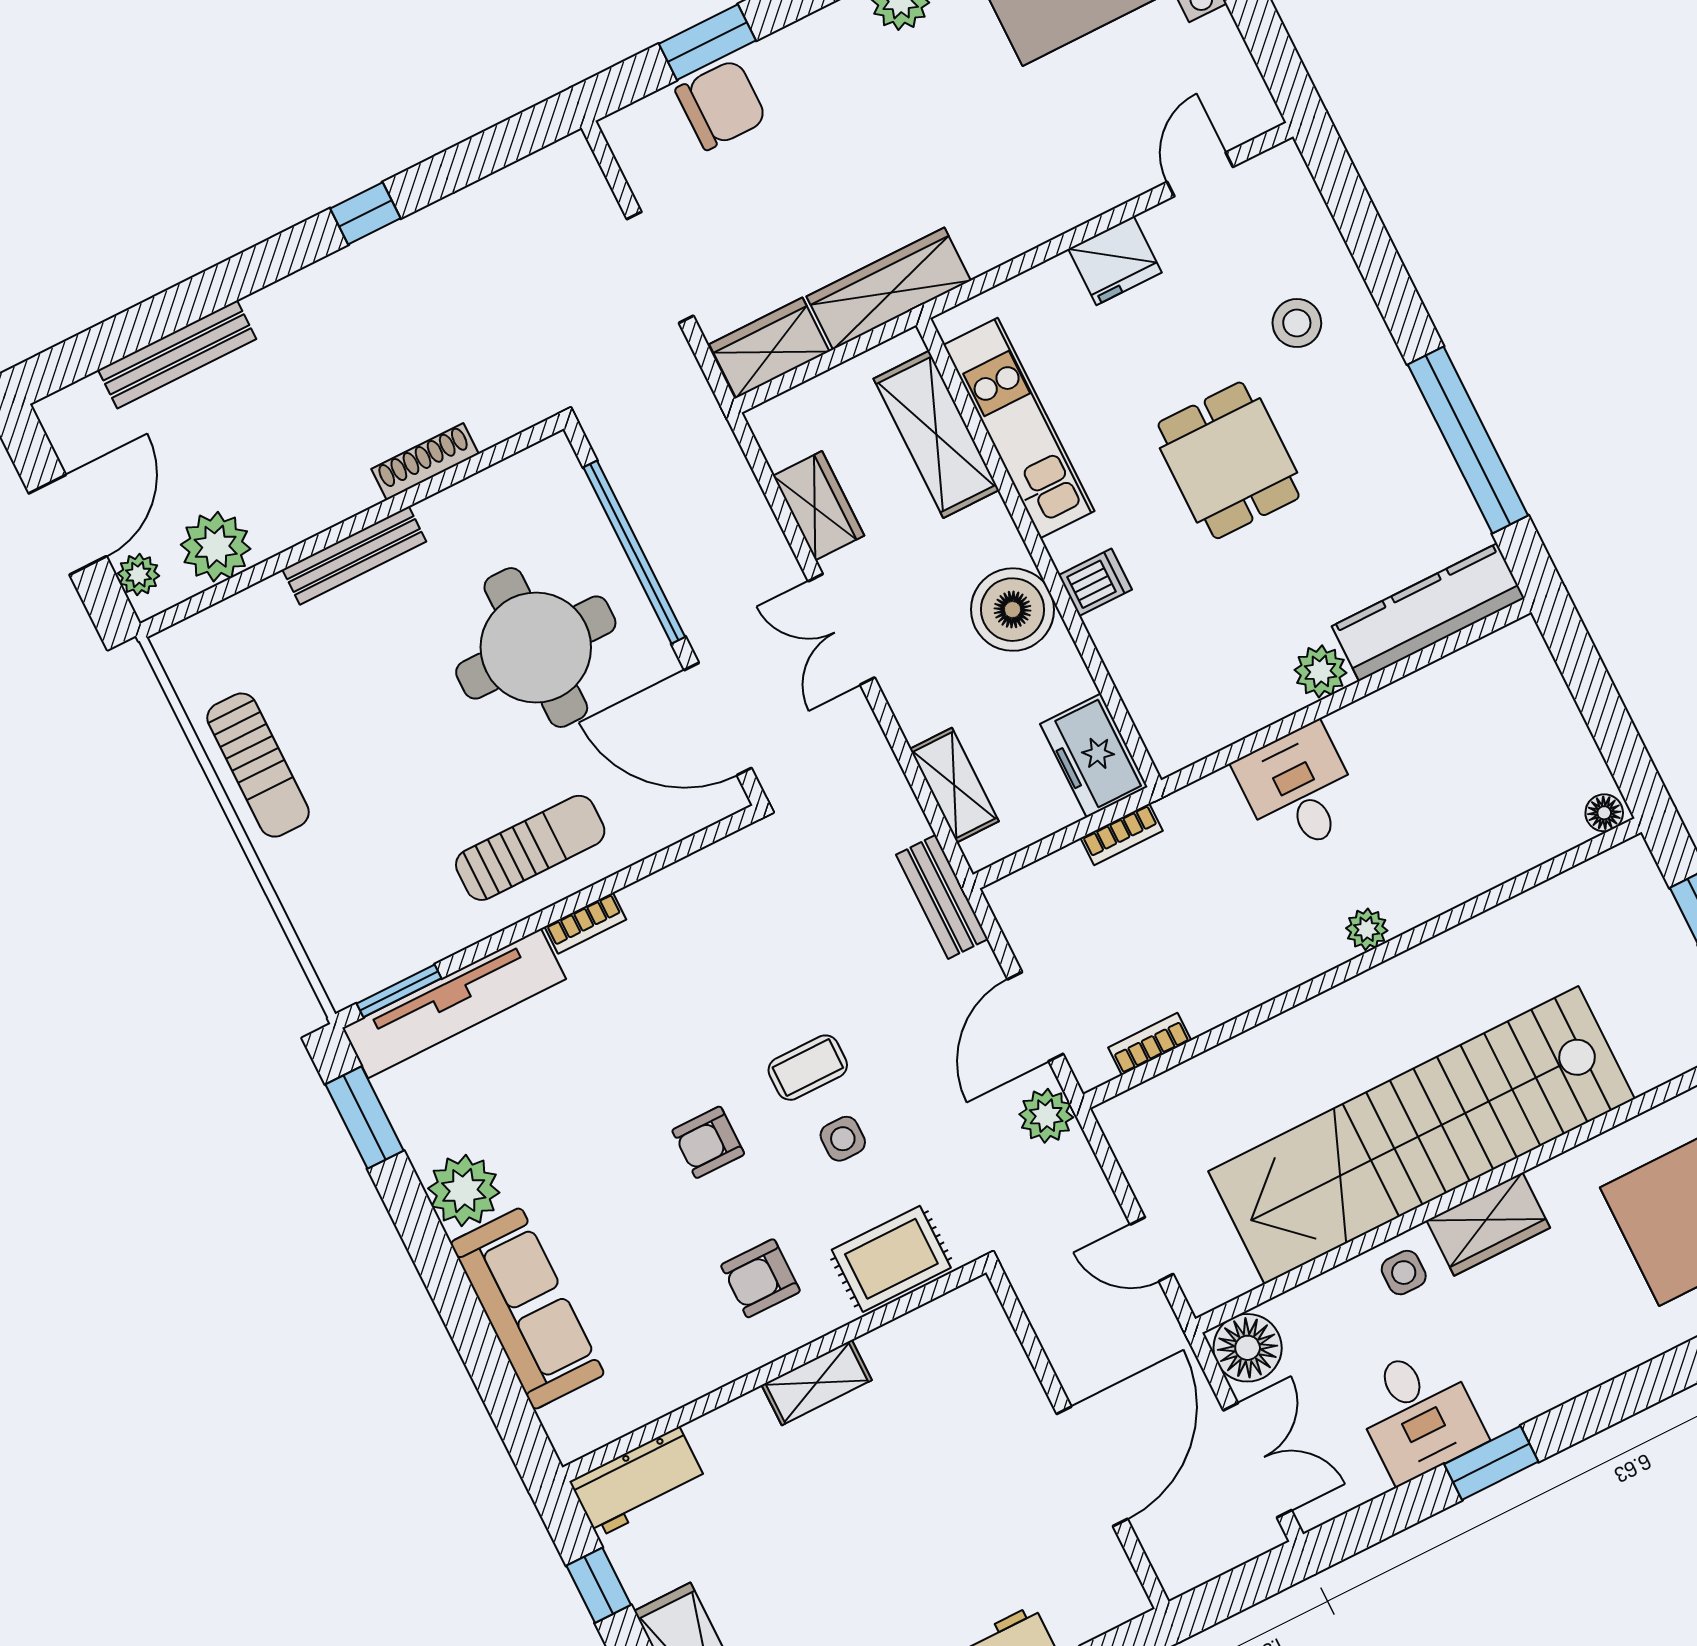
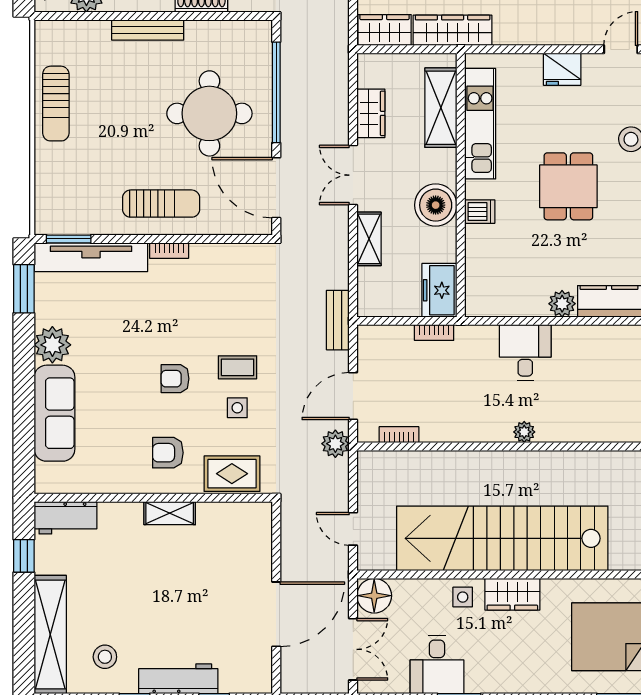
shelving: (954, 785) -> (369, 239), moved

